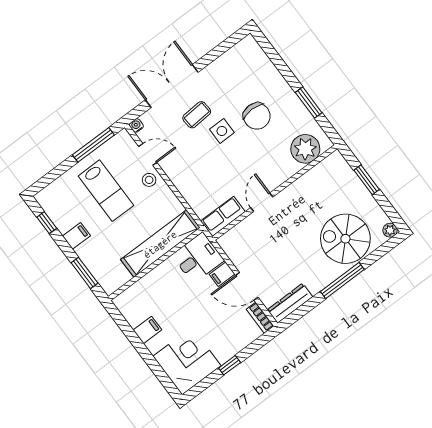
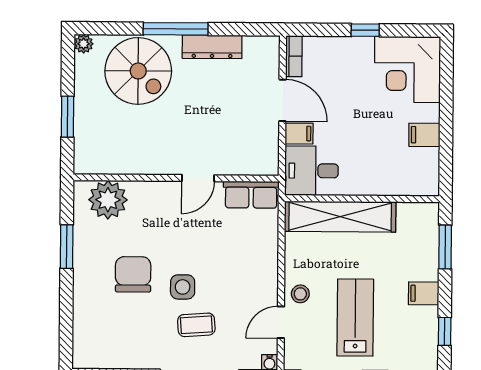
door: (148, 154) -> (281, 322), hinge flipped
dresser: (290, 303) -> (212, 47), moved

